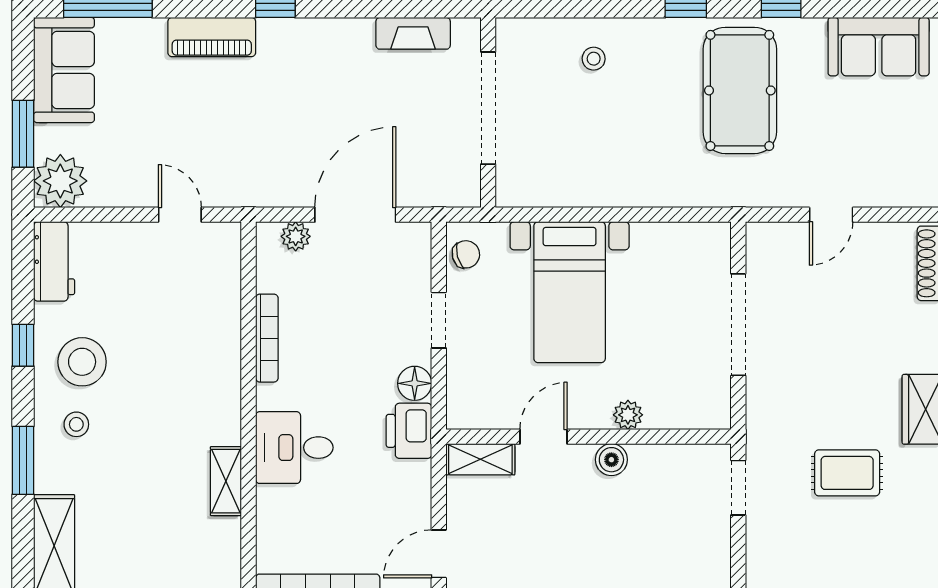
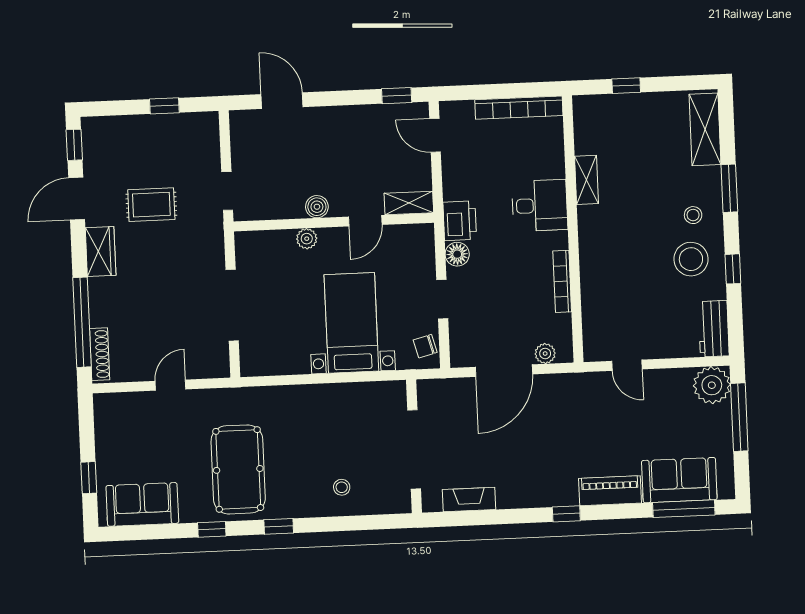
sofa: (64, 70) -> (679, 480), moved, turned 90
window: (23, 134) -> (739, 417), width x1.44
door: (439, 554) -> (435, 135), swing flipped

